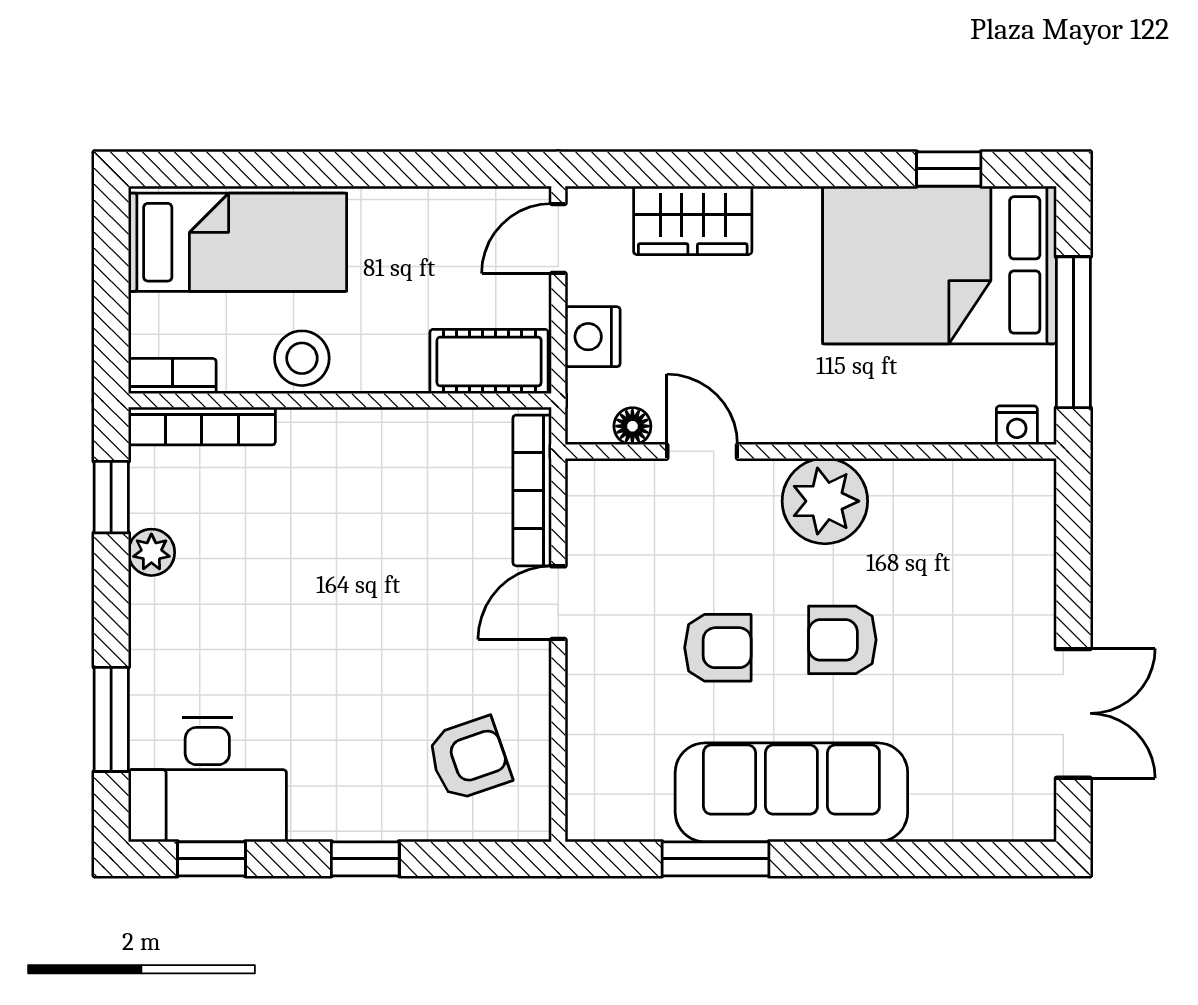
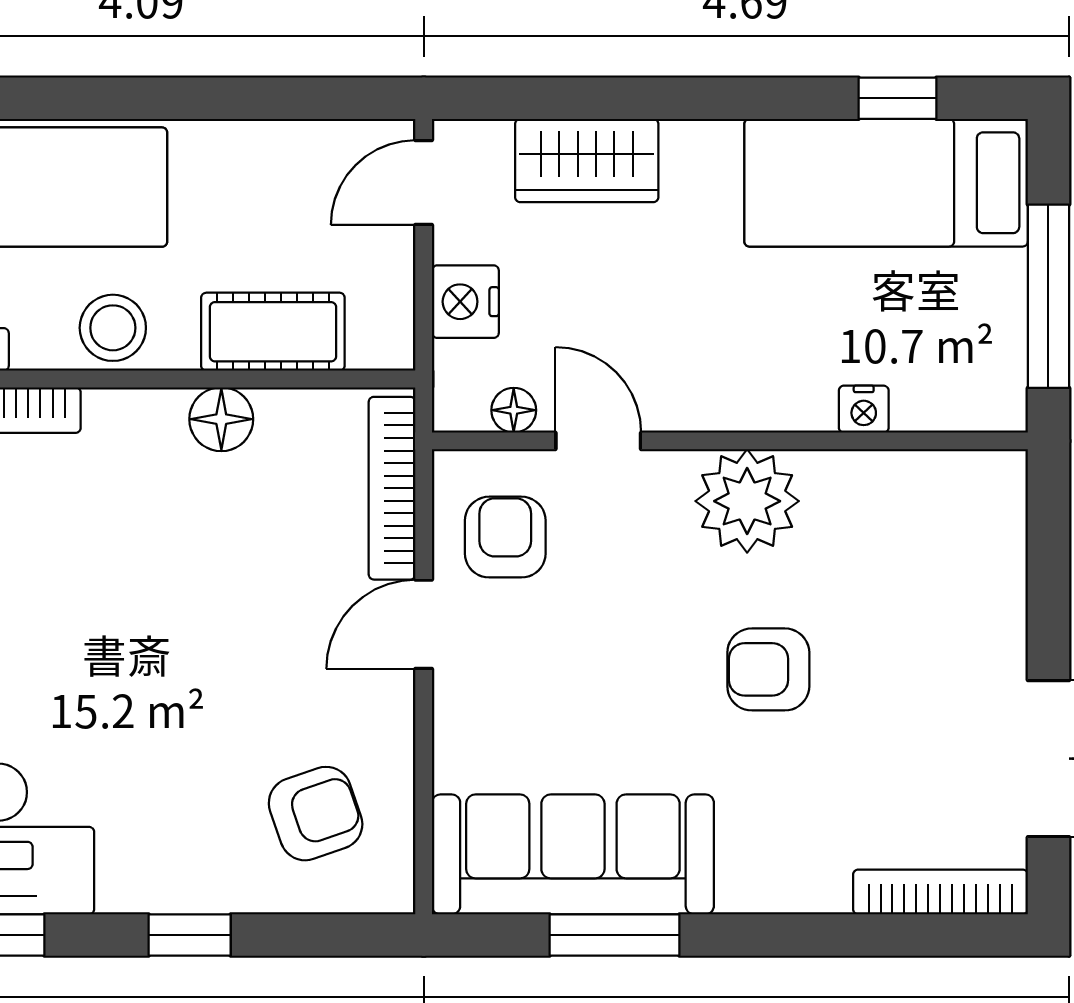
bed: (939, 265) -> (886, 183), width x0.67
cot: (489, 361) -> (273, 332), moved
nightstand: (1017, 425) -> (864, 409), moved
floor lamp: (391, 434) -> (221, 419), added
armchair: (718, 648) -> (505, 537), moved, turned -90
sofa: (791, 792) -> (573, 854), moved
bookcase: (984, 823) -> (940, 892), added

